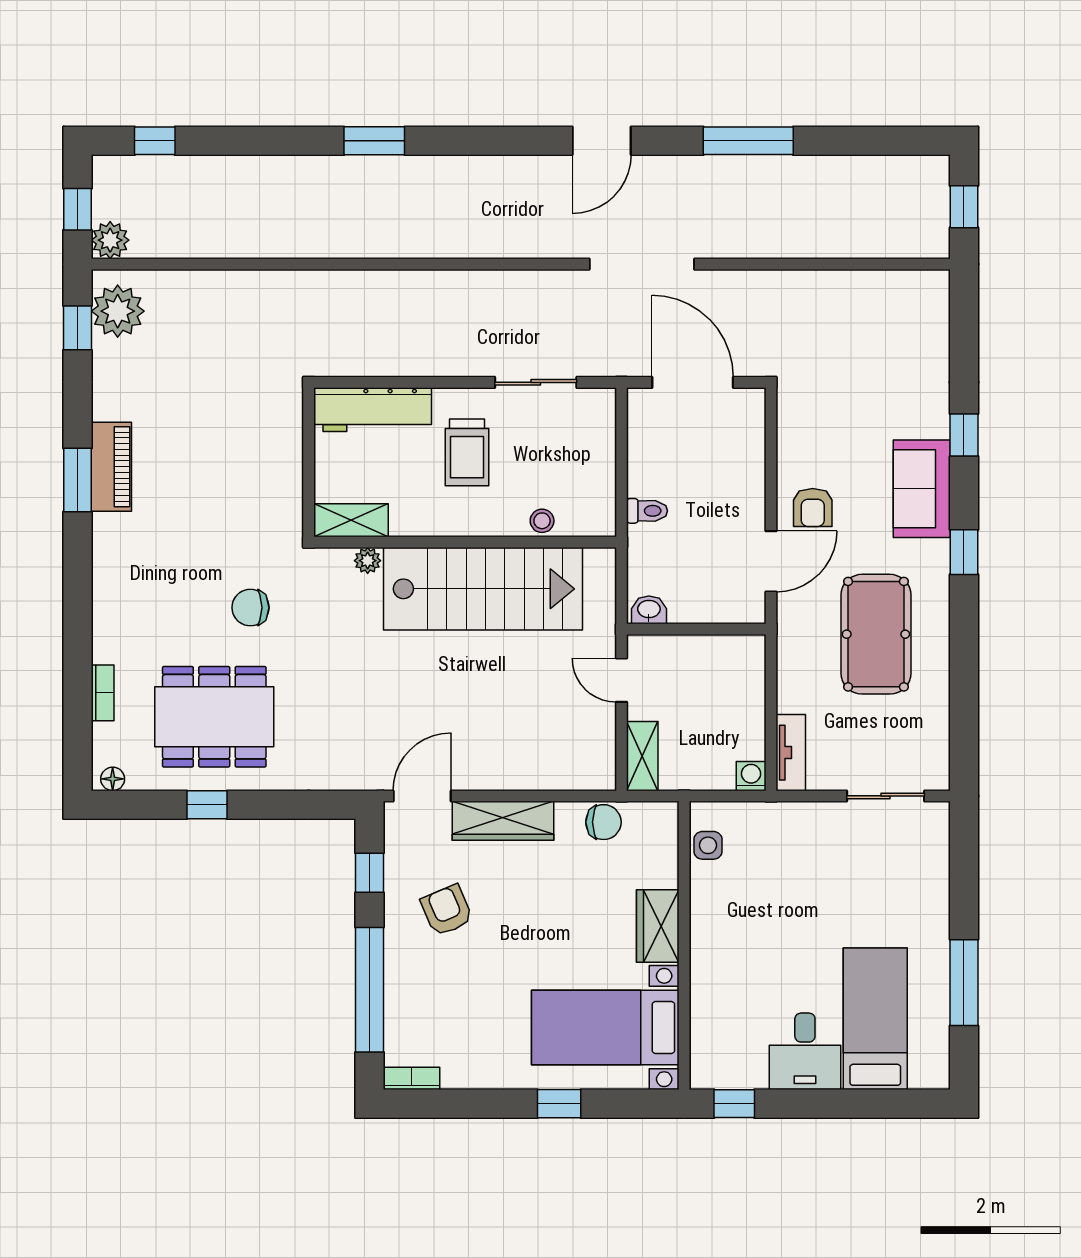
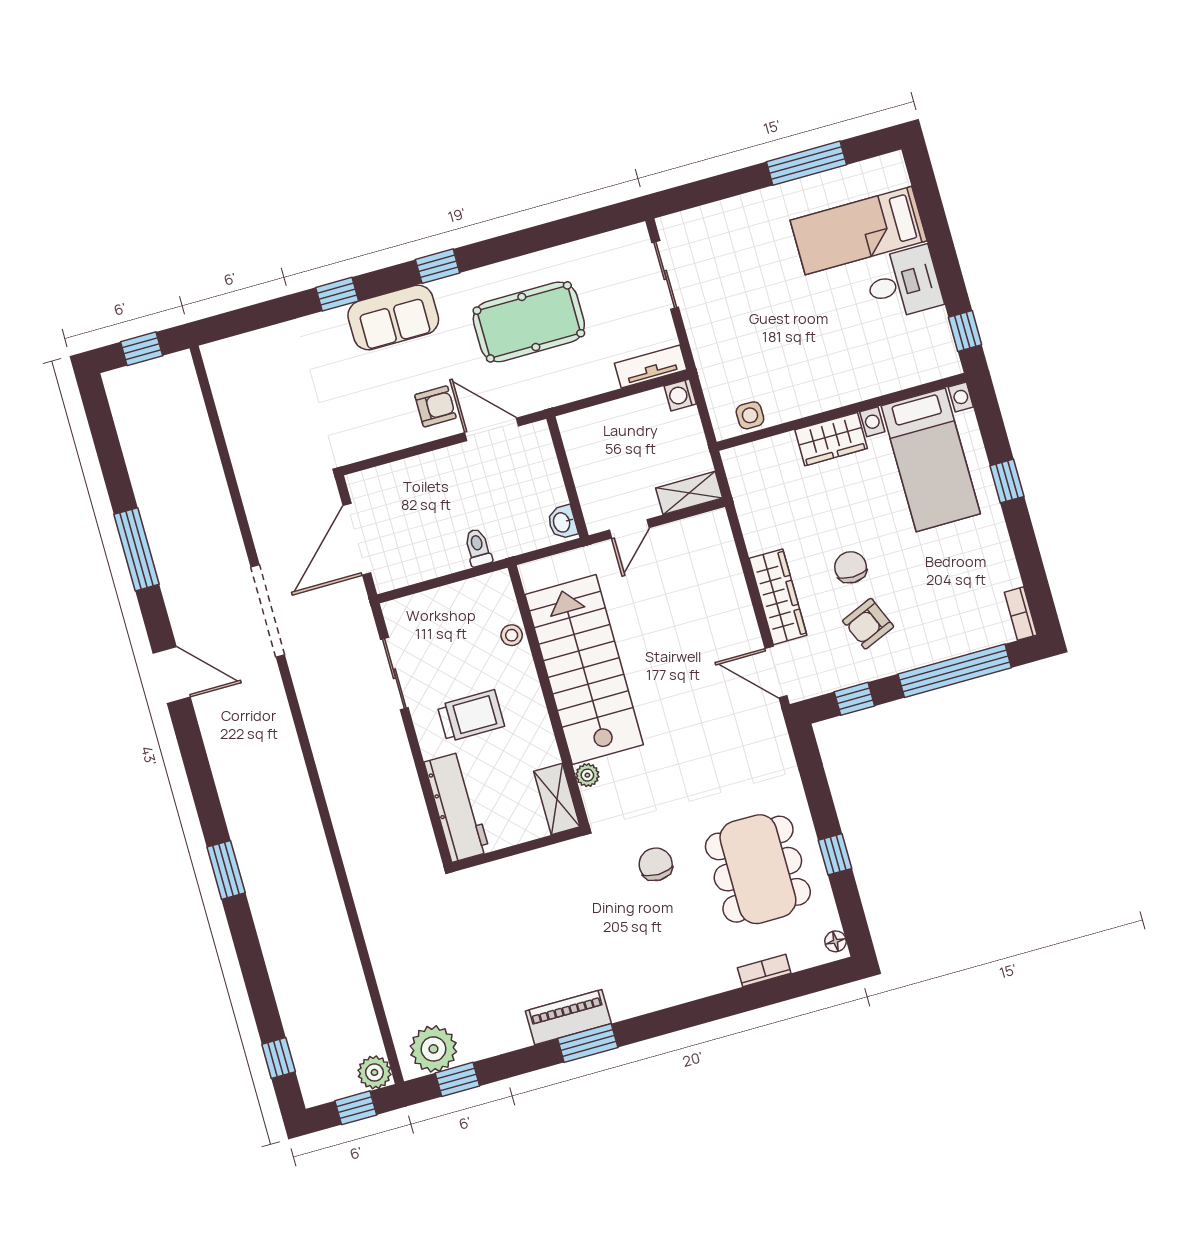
chair: (250, 608) -> (656, 864), turned 180
chair: (604, 822) -> (851, 567), moved

